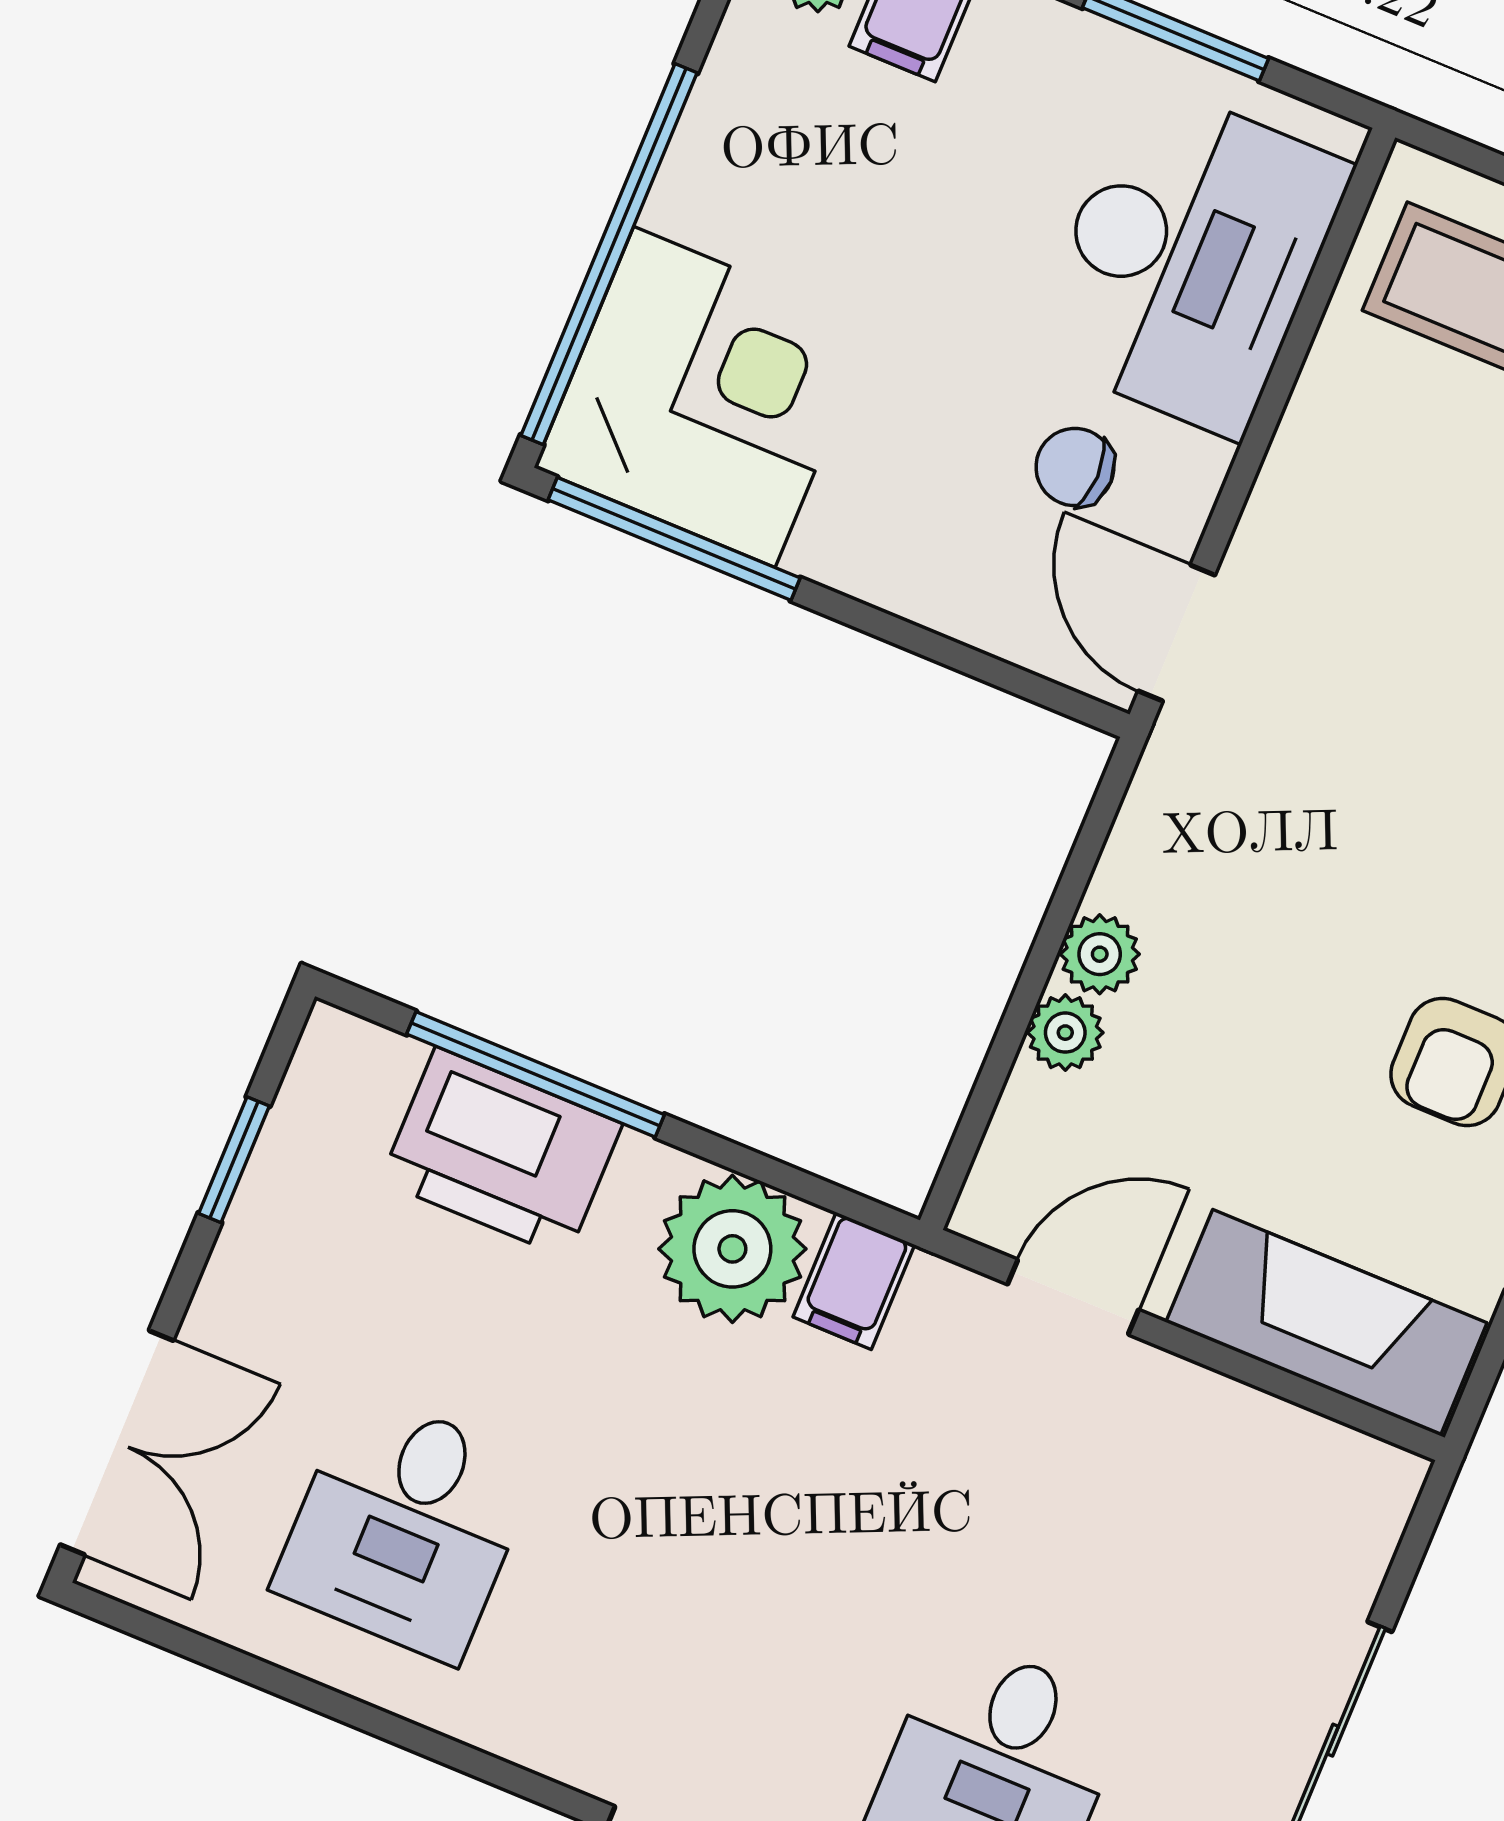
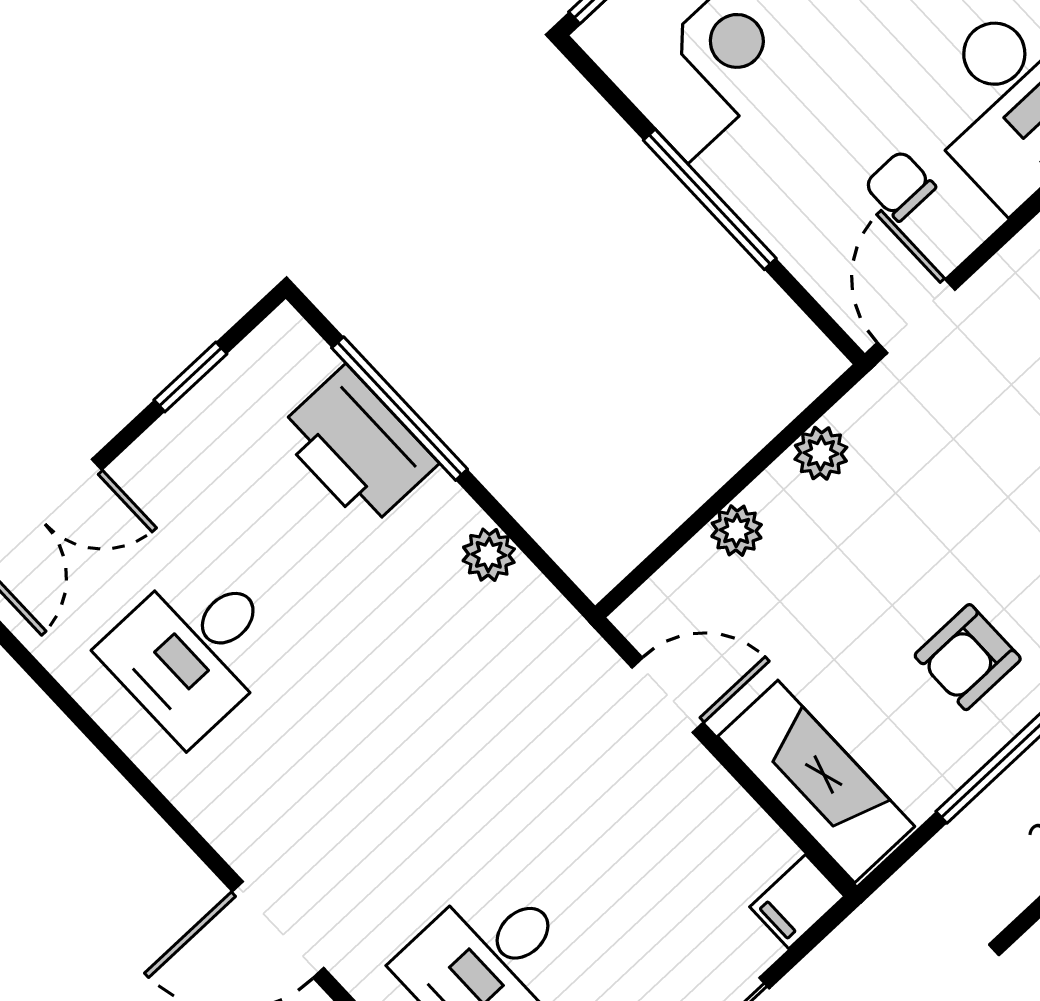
window: (674, 539) -> (710, 199), moved
plant: (1100, 954) -> (821, 453), moved
plant: (732, 1249) -> (489, 555), width x0.53, depth x0.53
filing cabinet: (854, 1281) -> (797, 902), moved

